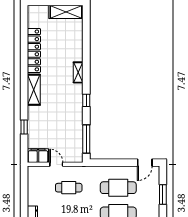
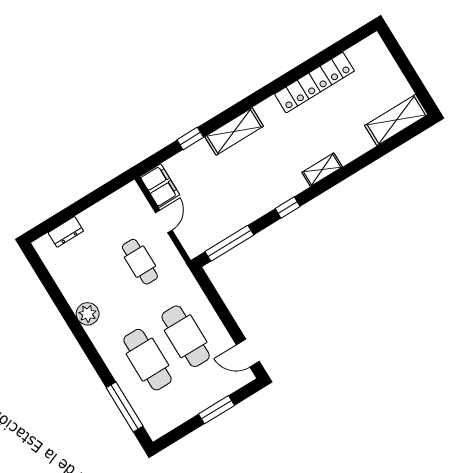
shelving: (66, 12) -> (396, 120), moved, turned 90
shelving: (34, 90) -> (234, 131), moved

